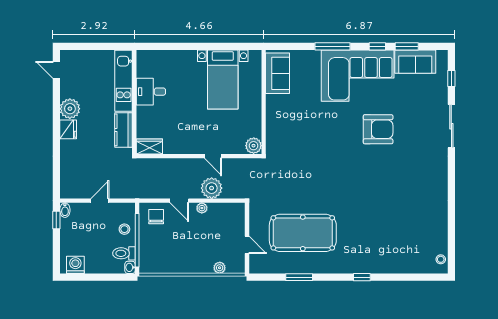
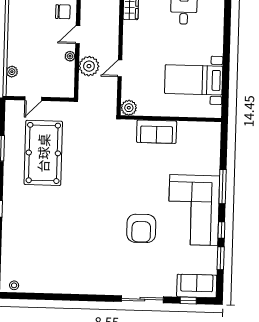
sofa: (415, 62) -> (197, 286), moved, turned 90
sofa: (277, 73) -> (157, 132), moved

